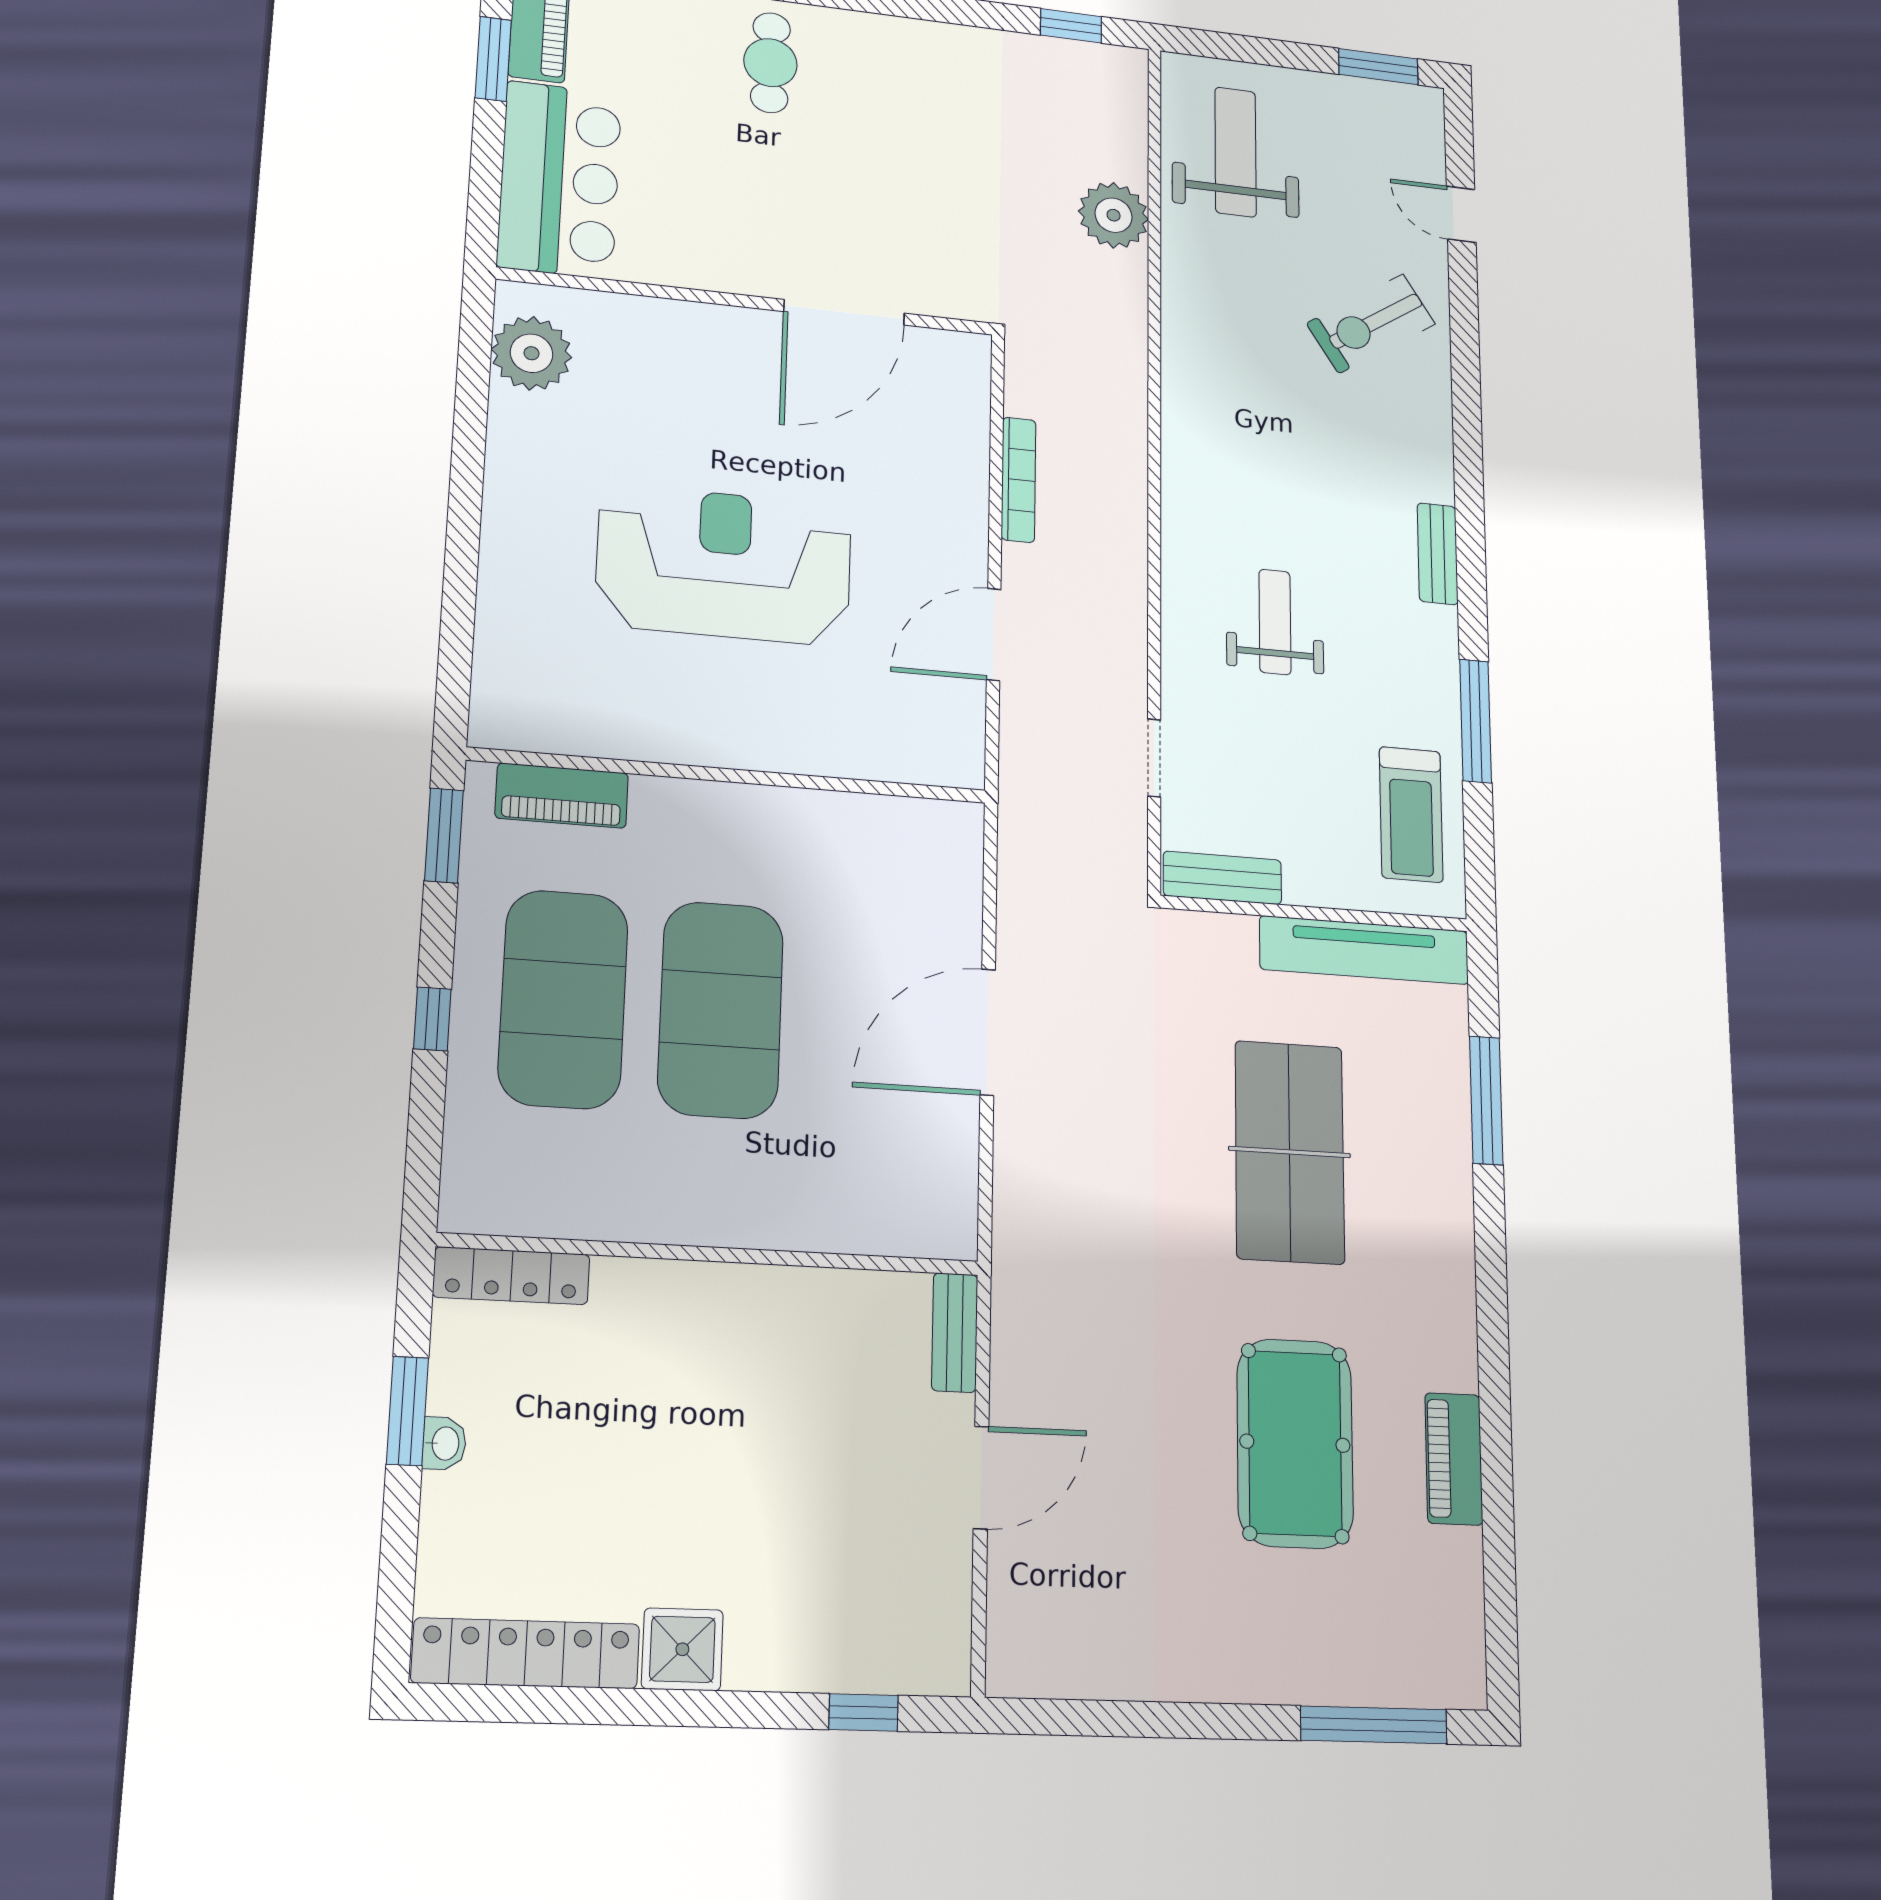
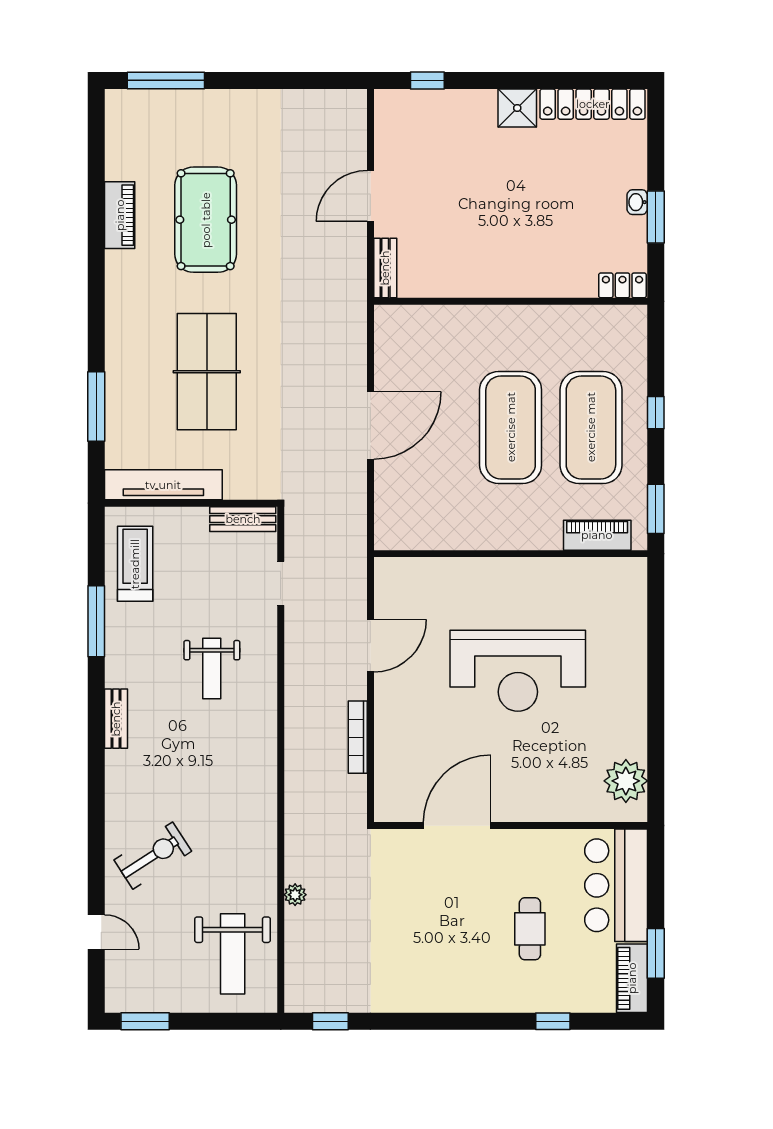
cafe table: (770, 63) -> (530, 929), moved
plant: (1114, 215) -> (295, 895), width x0.53, depth x0.53
locker: (511, 1276) -> (622, 285), width x0.66

